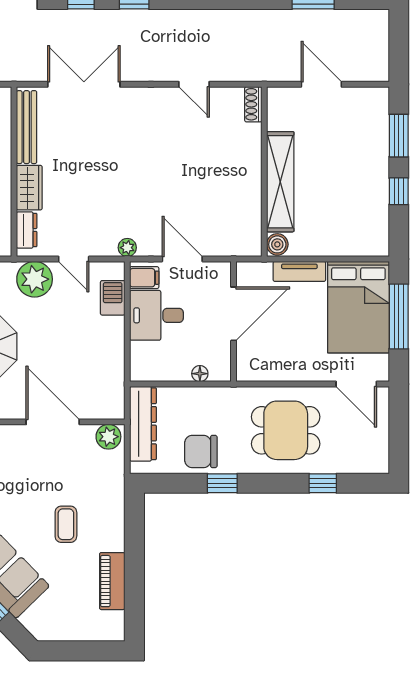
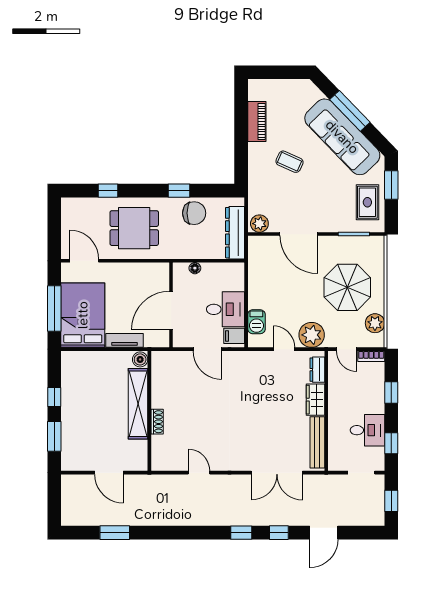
shoe rack: (253, 104) -> (157, 422), moved
plant: (127, 248) -> (246, 357), removed
coffee table: (66, 524) -> (290, 162), turned -66

